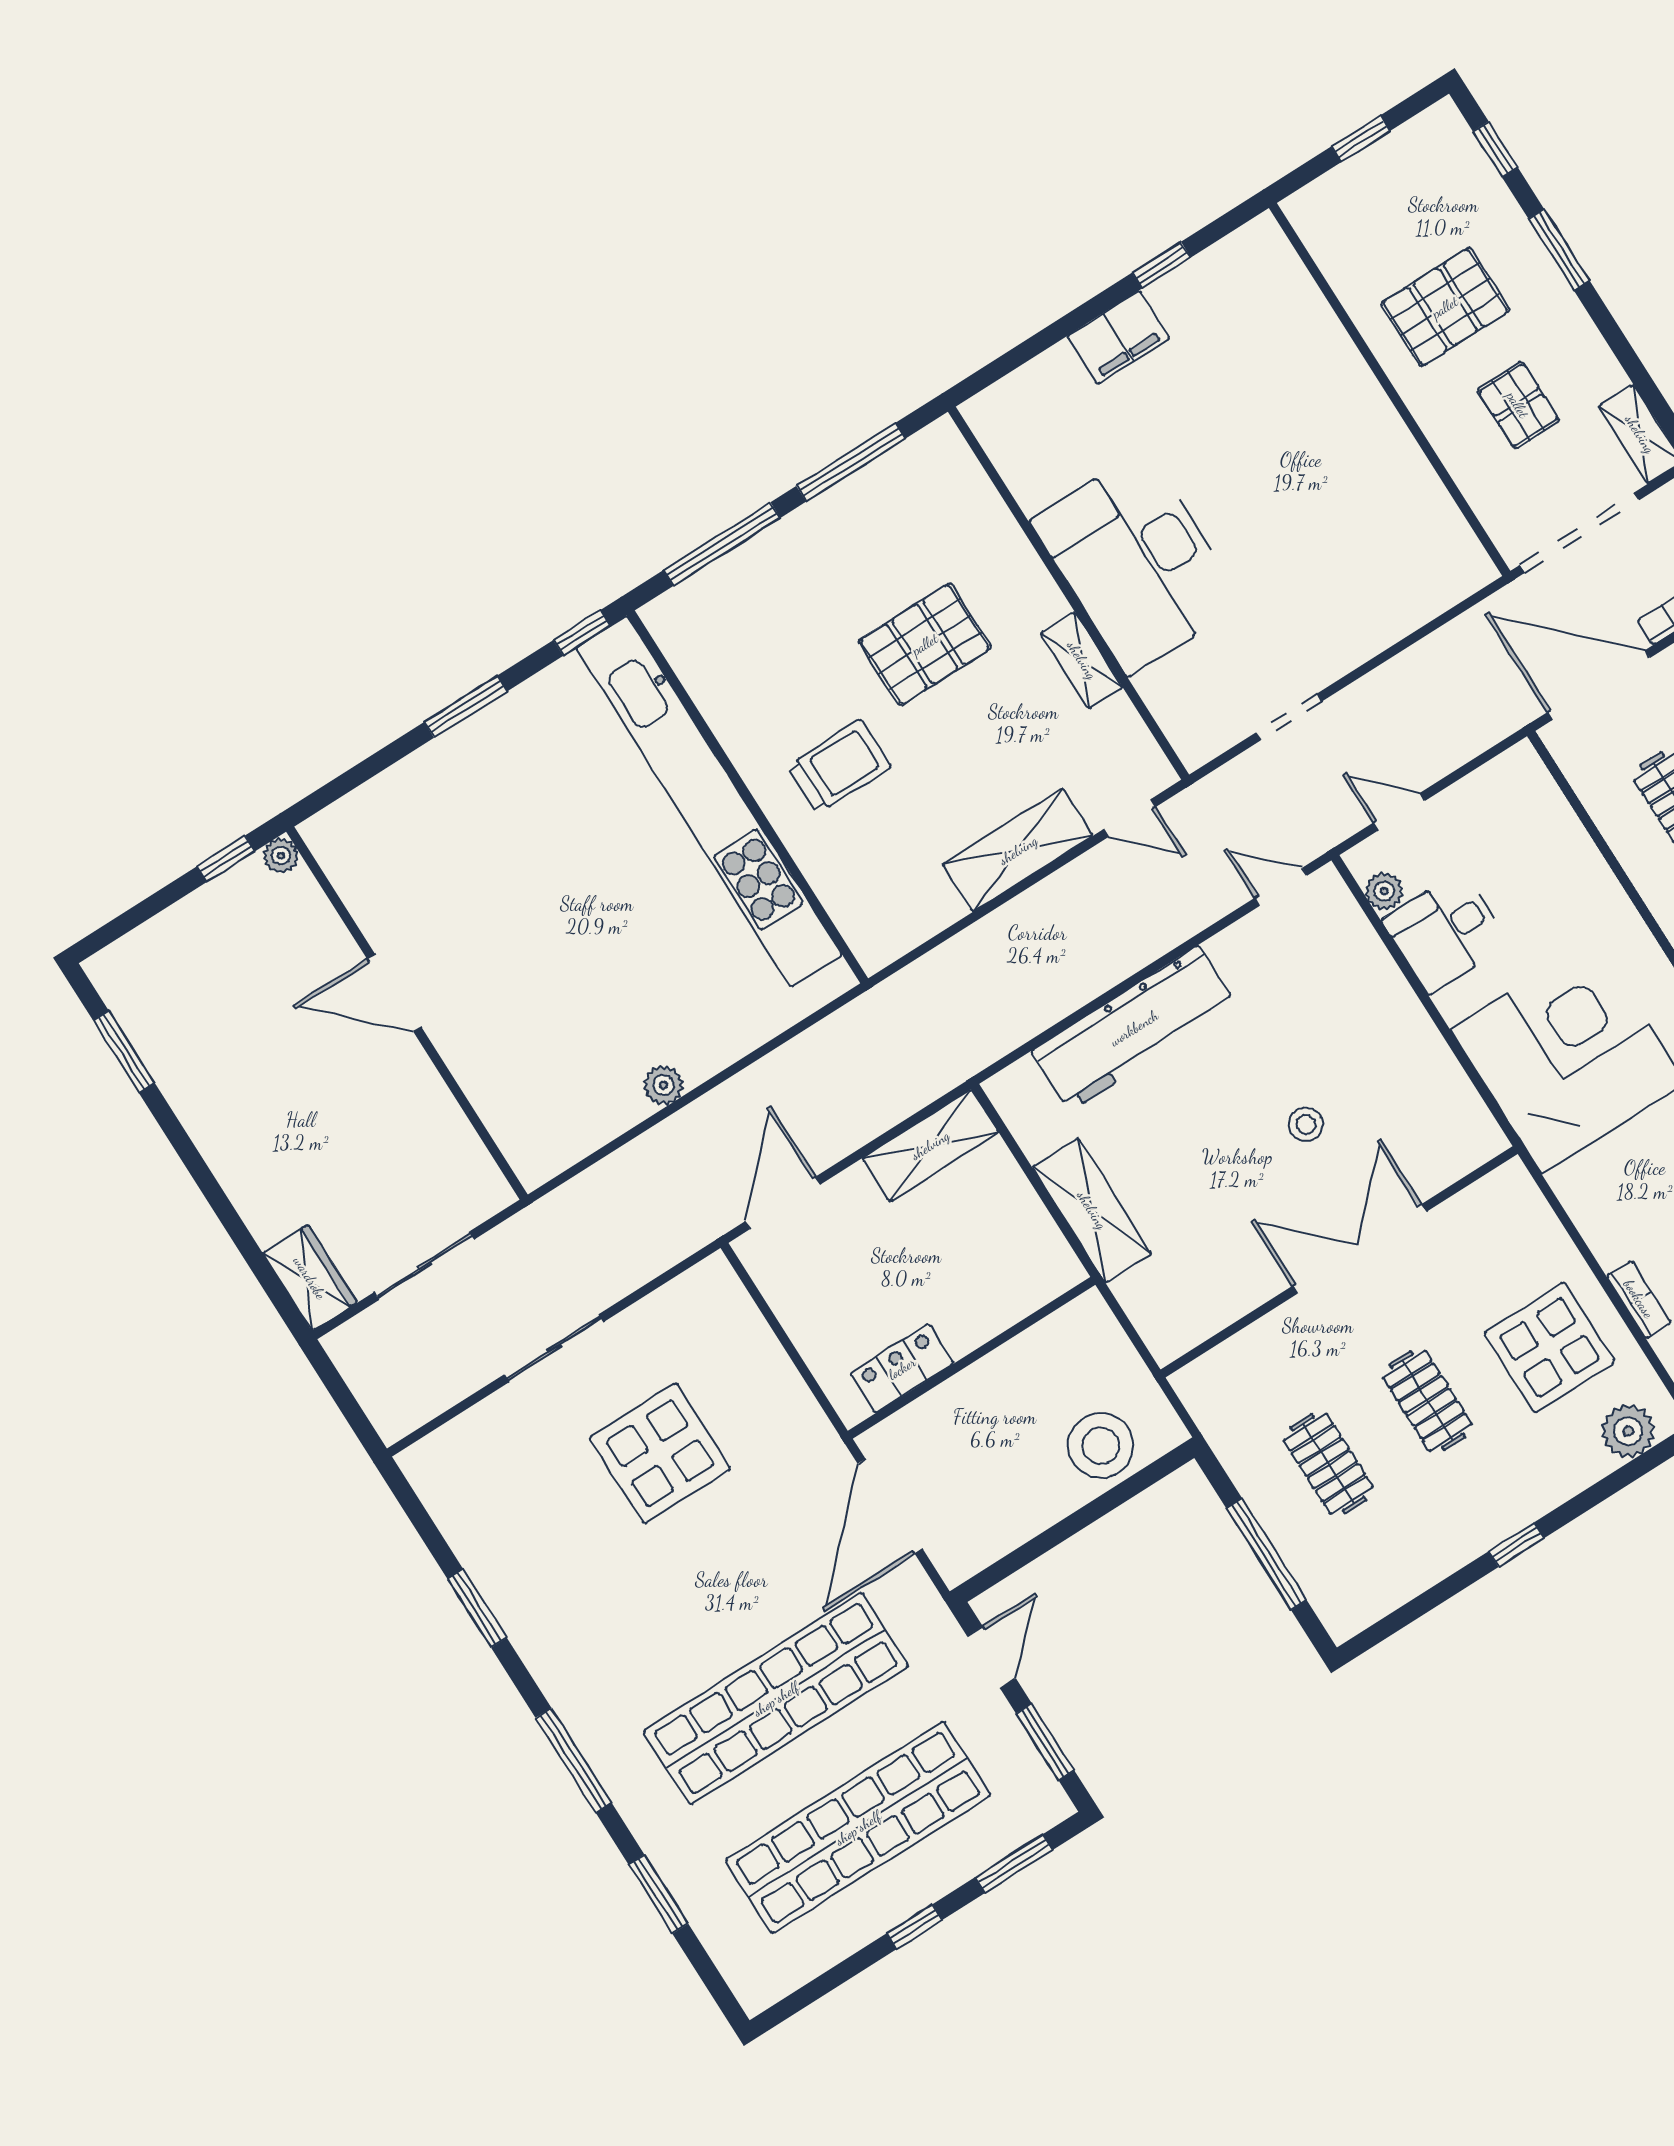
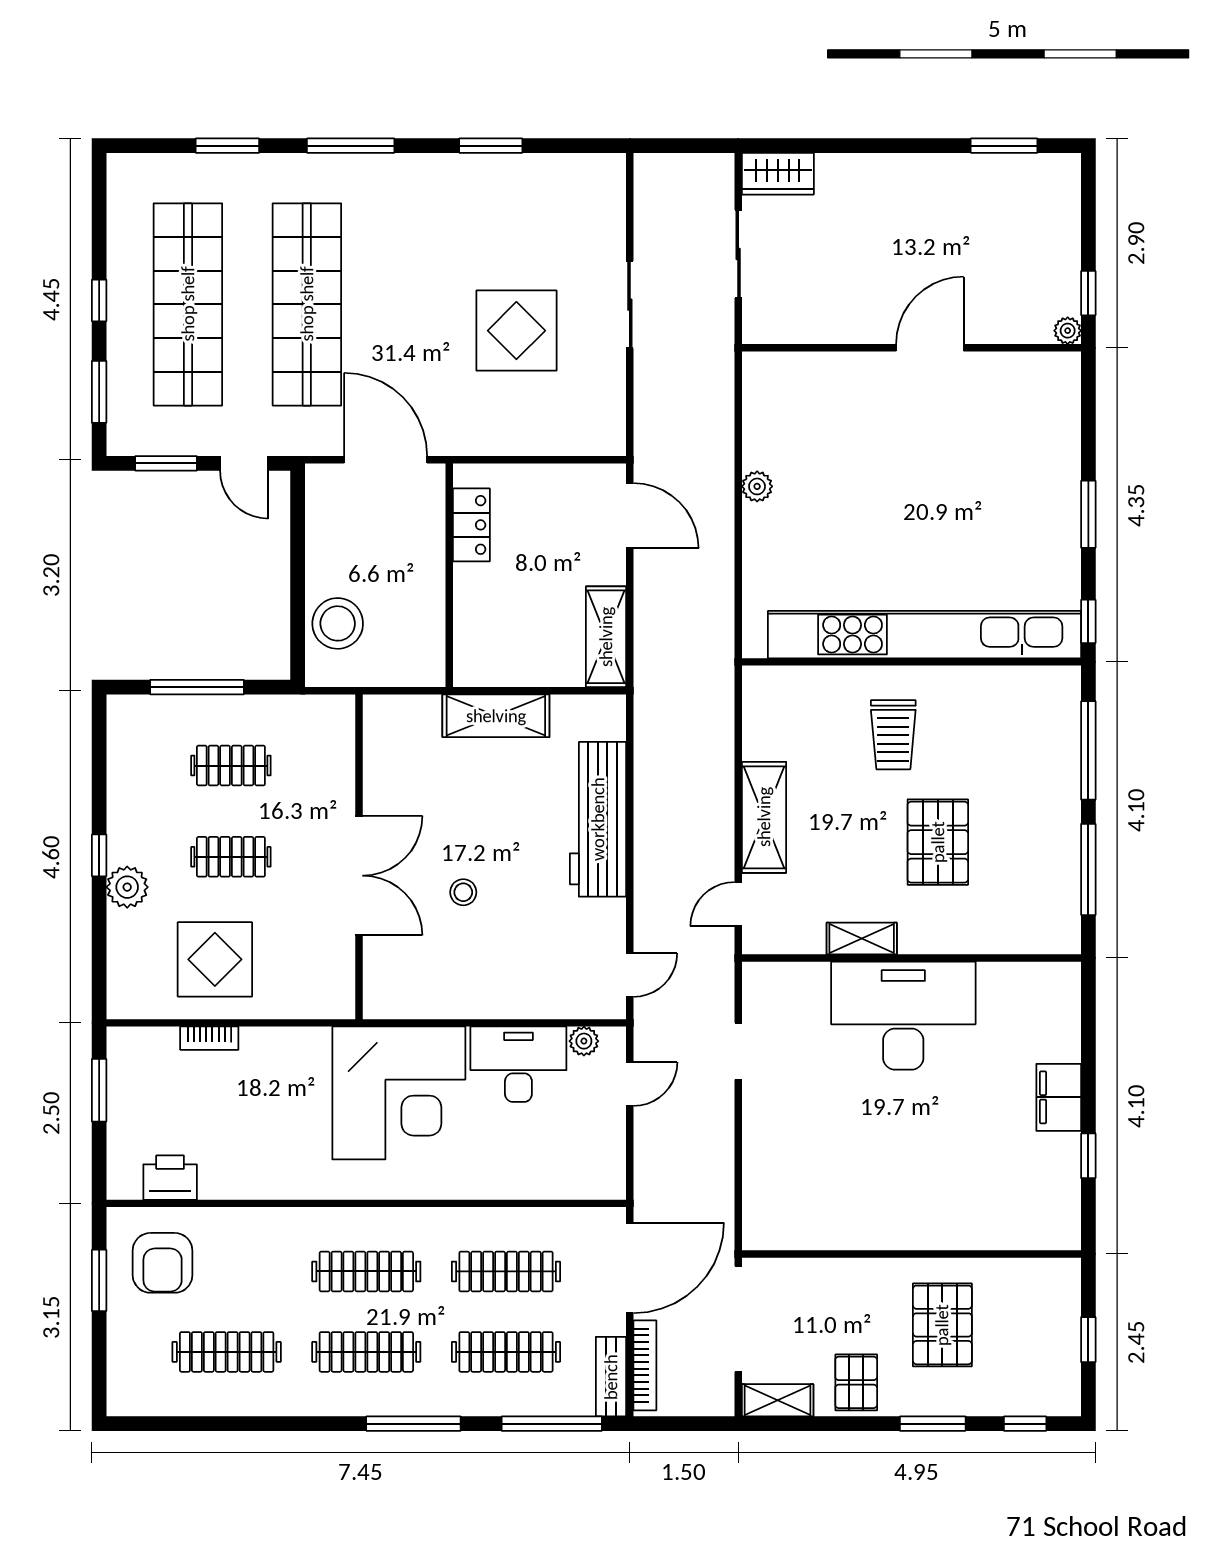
pallet: (1518, 405) -> (856, 1382), moved, turned 90
desk: (1445, 932) -> (518, 1064), width x1.37
plant: (1628, 1431) -> (127, 887), moved

